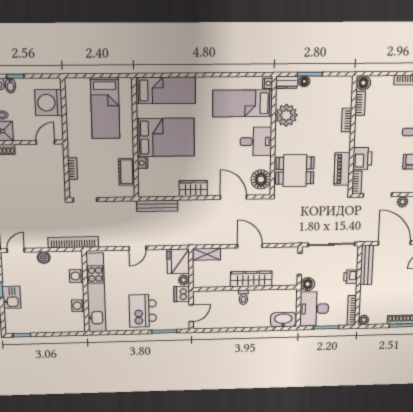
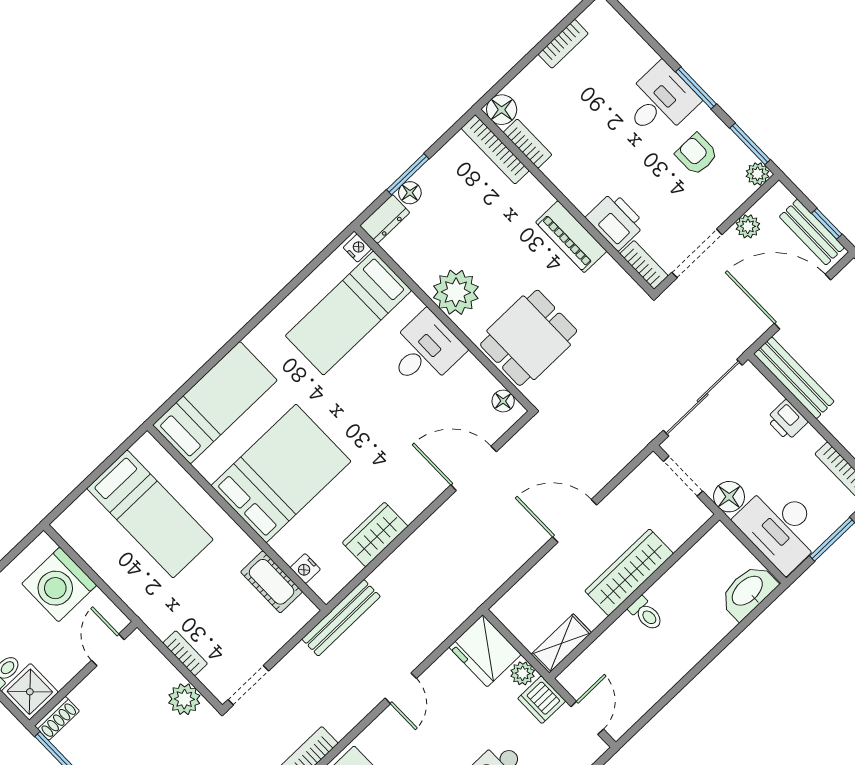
plant: (286, 115) -> (456, 292), moved
bookcase: (347, 120) -> (495, 149), moved, width x1.56
nightstand: (143, 163) -> (305, 569), moved
piano: (342, 169) -> (571, 237), moved
floor lamp: (261, 179) -> (503, 401), width x0.53, depth x0.53
plant: (57, 184) -> (184, 699), added
wardrobe: (193, 188) -> (375, 534), moved
bench: (157, 206) -> (341, 618), moved
shelving: (207, 254) -> (561, 643), moved

